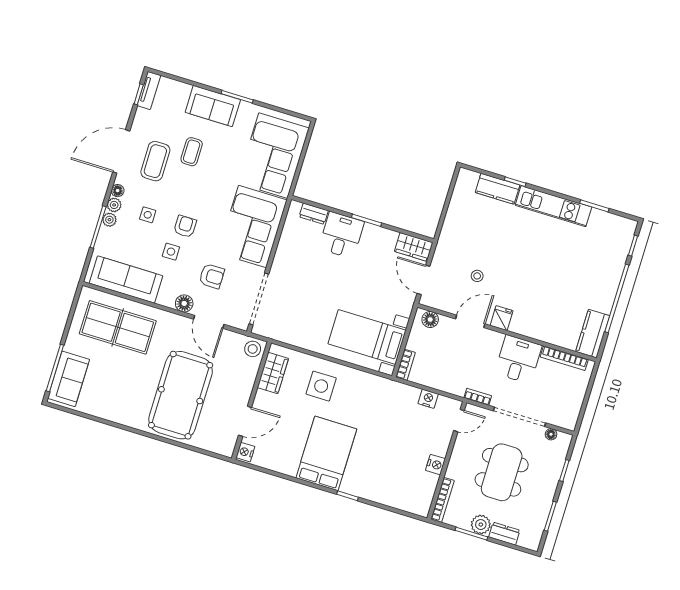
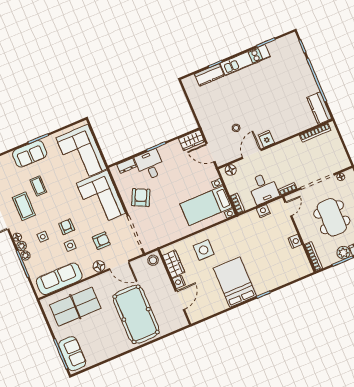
armchair: (299, 264) -> (141, 198), added
desk: (518, 359) -> (263, 188), moved, turned 180
nightstand: (245, 452) -> (179, 282), moved

